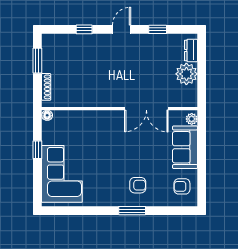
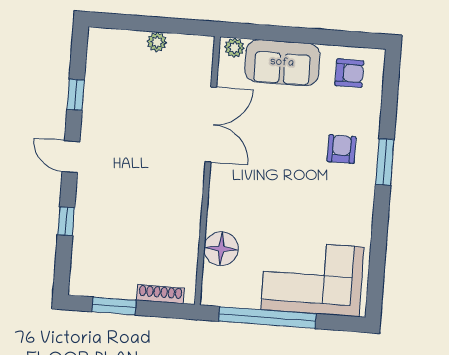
dresser: (191, 50) -> (116, 40), removed
plant: (186, 74) -> (157, 42), width x0.53, depth x0.53
floor lamp: (47, 115) -> (221, 249), moved, width x1.89, depth x1.89
window: (37, 150) -> (267, 318), width x3.17
armchair: (182, 186) -> (349, 73), turned -90

